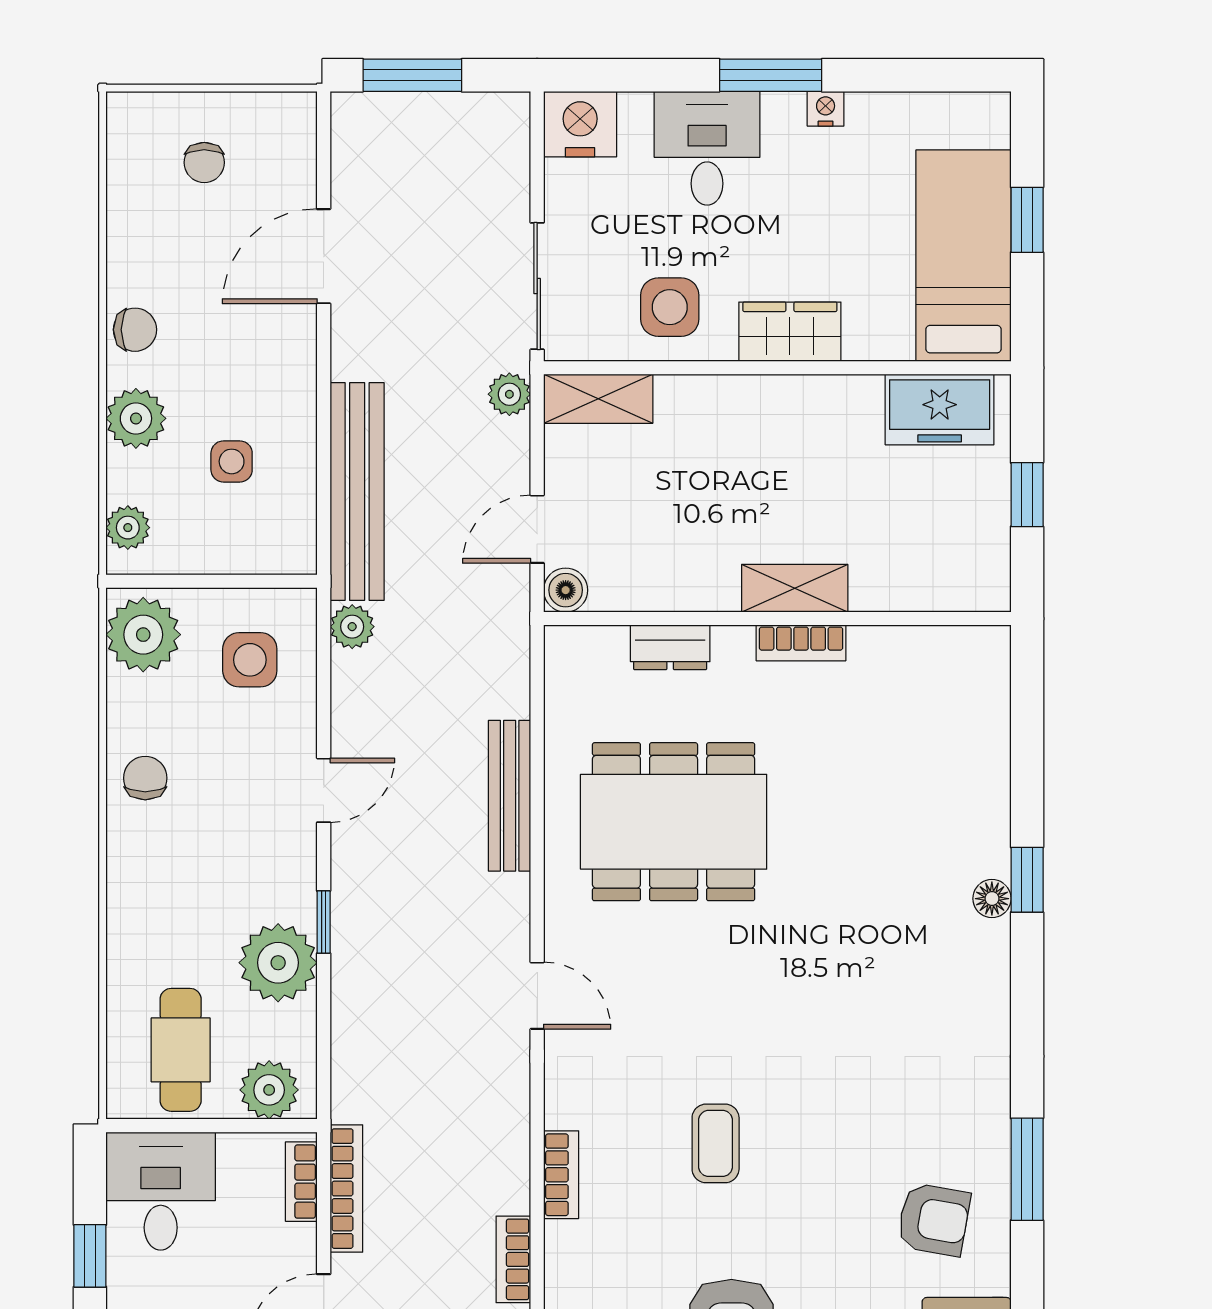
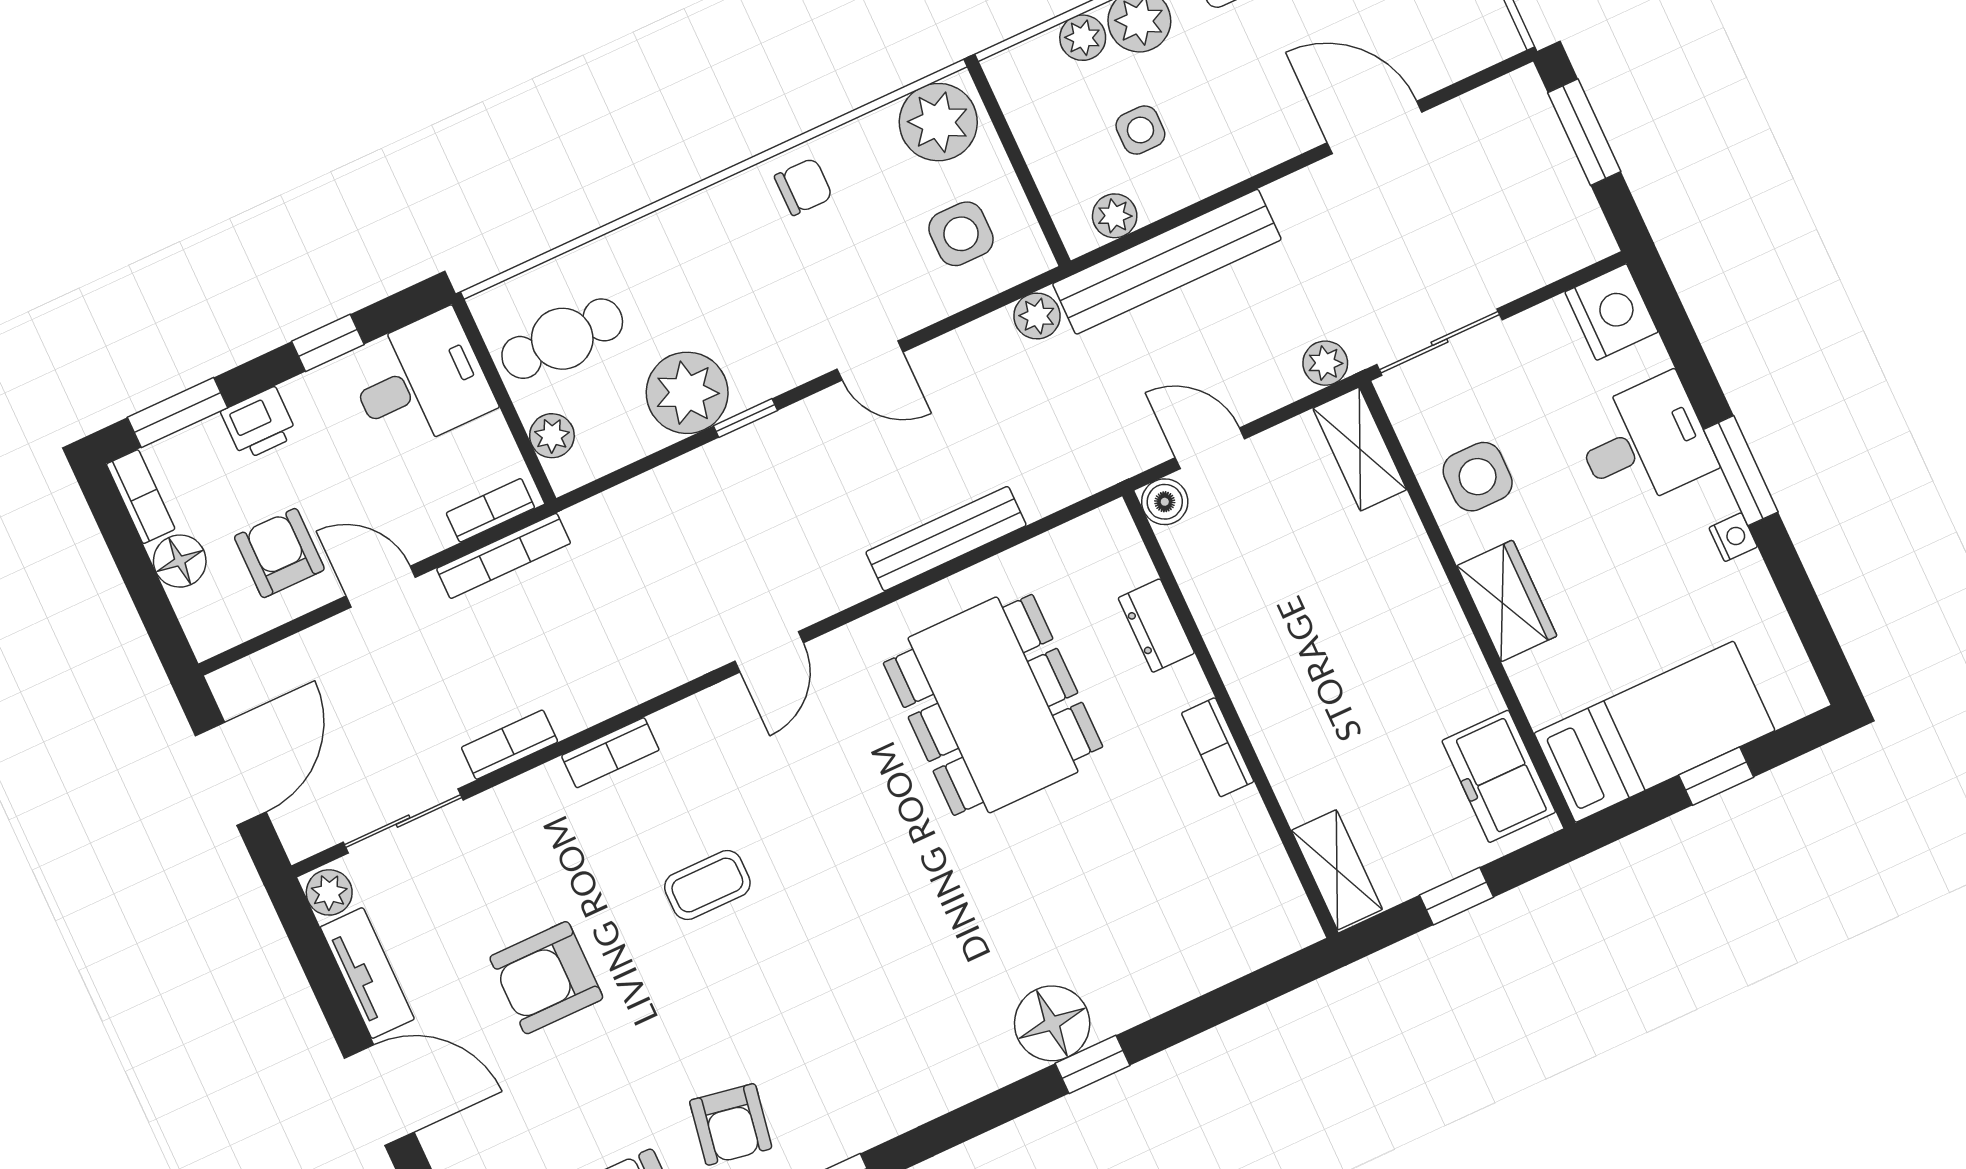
plant: (296, 519) -> (1115, 216), added
plant: (128, 528) -> (1083, 38), moved
shelving: (795, 588) -> (1337, 870), moved
floor lamp: (992, 899) -> (1052, 1023), width x1.89, depth x1.89
plant: (269, 1090) -> (552, 436), width x0.73, depth x0.73

